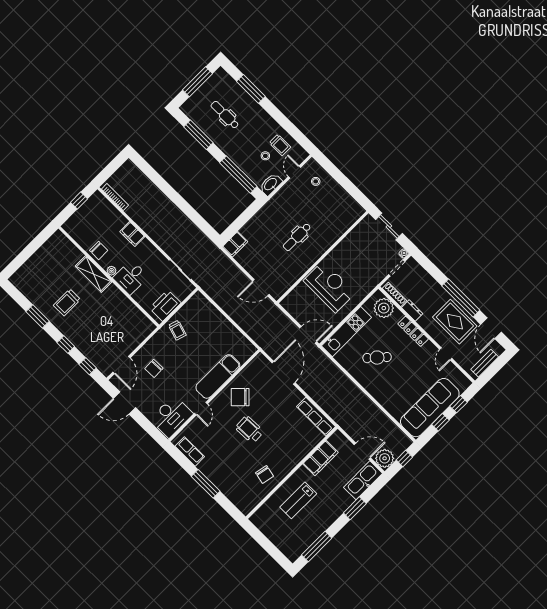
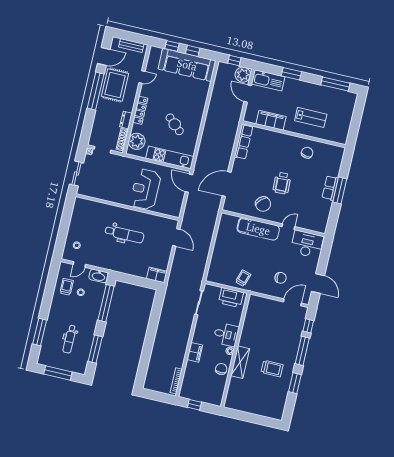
dental chair: (297, 237) -> (124, 234), width x1.36, depth x1.38
window: (66, 344) -> (302, 351), width x2.17
row of seats: (190, 451) -> (330, 188), moved

